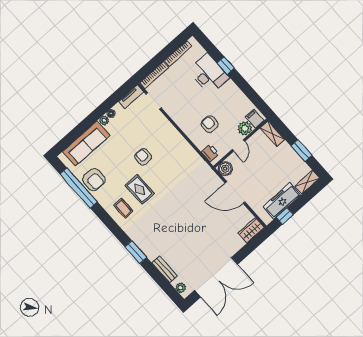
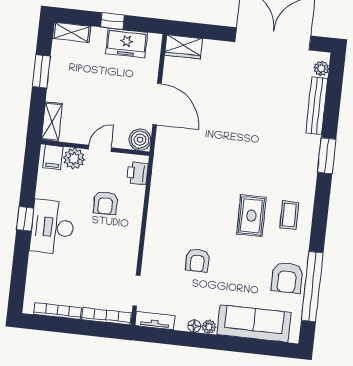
window: (226, 66) -> (25, 219), moved
desk: (209, 74) -> (52, 227), moved
armchair: (143, 157) -> (197, 260), moved
armchair: (94, 180) -> (287, 278), turned 180
freezer: (282, 201) -> (127, 43), width x0.71
window: (285, 216) -> (112, 21), moved
bench: (164, 269) -> (317, 106), width x1.36

